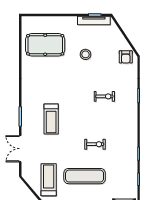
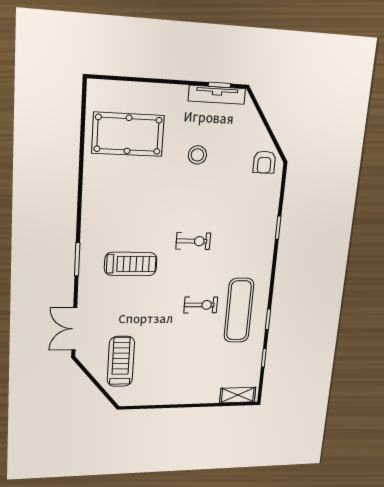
exercise bike: (104, 96) -> (193, 241), moved
treadmill: (51, 119) -> (131, 264), turned -90
double door: (20, 149) -> (74, 329), moved
exercise mat: (85, 176) -> (239, 310), moved, turned 90

